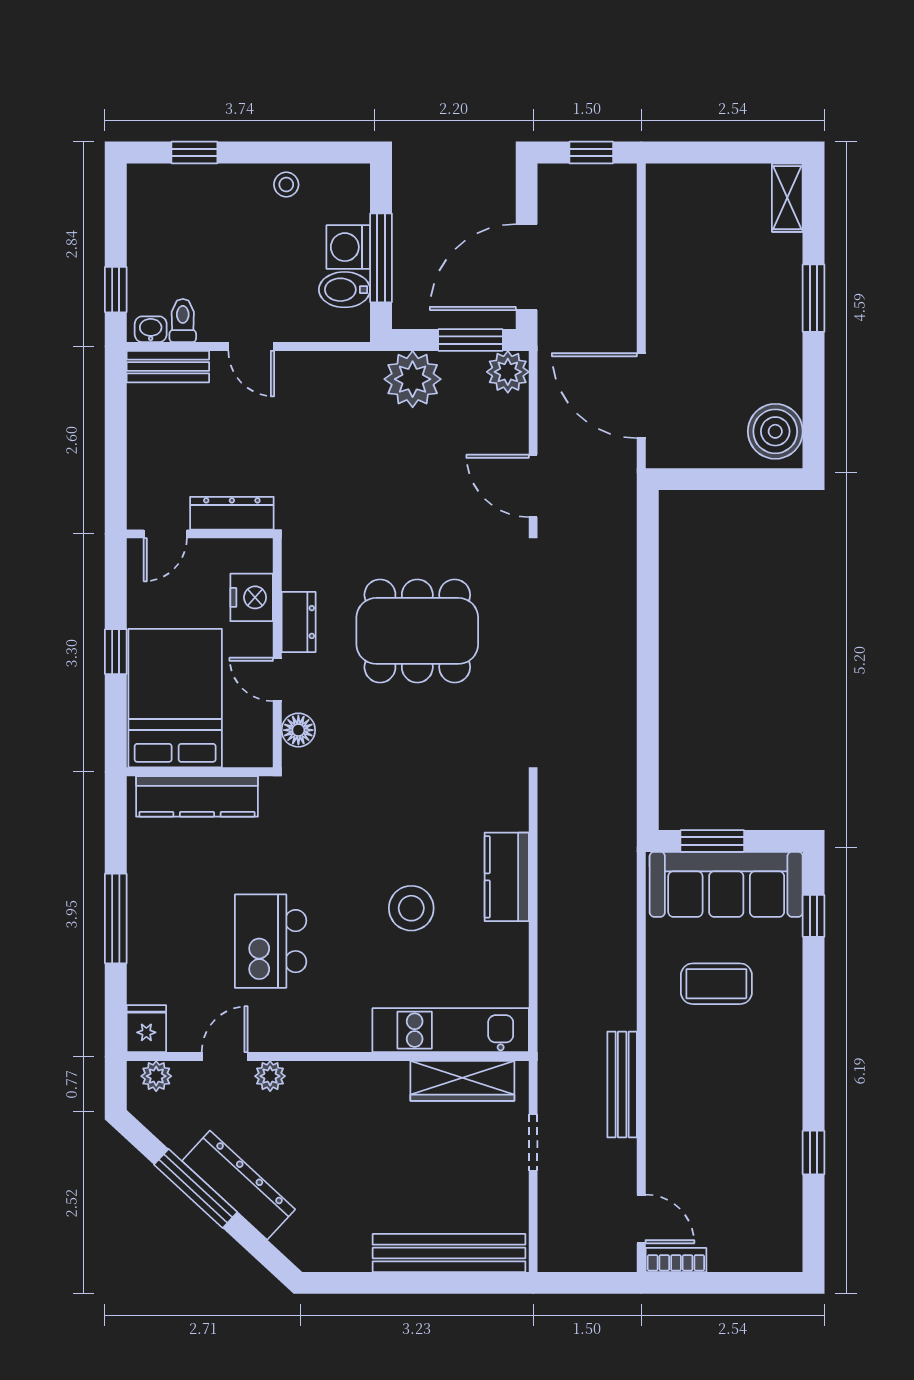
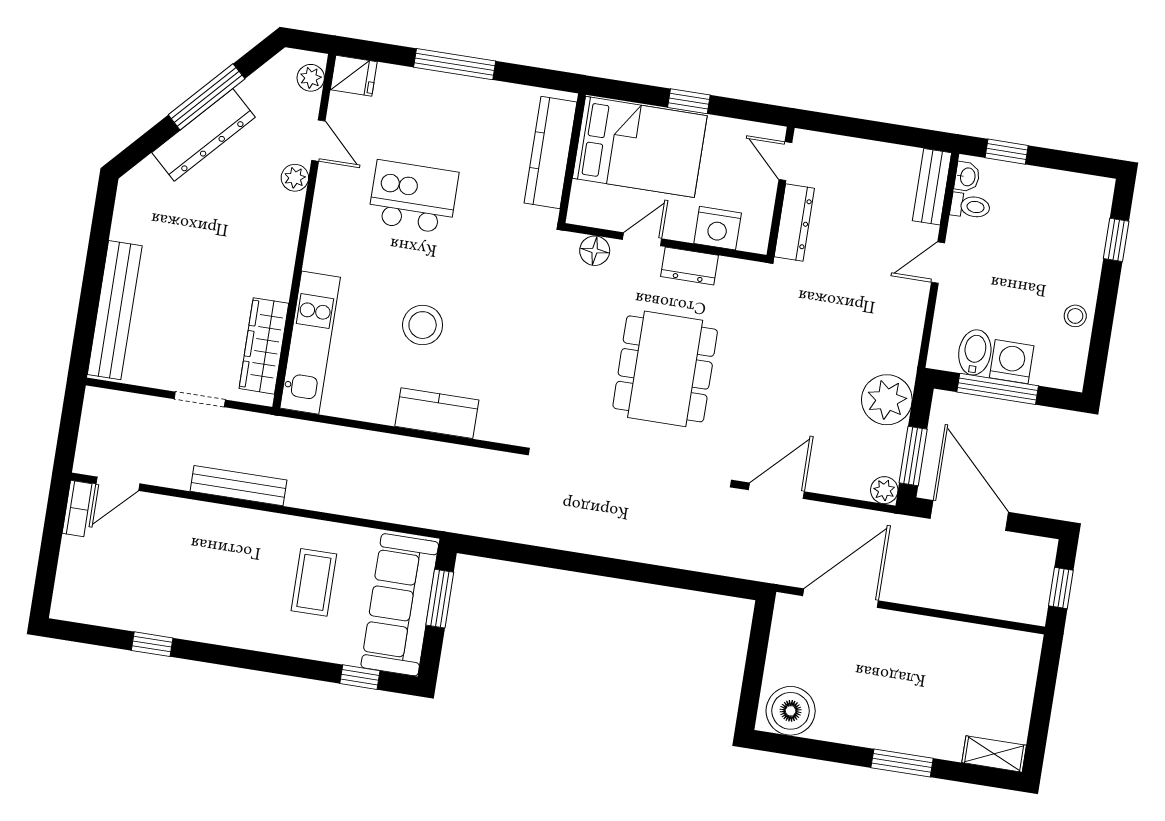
plant: (508, 372) -> (884, 490), width x0.73, depth x0.73

